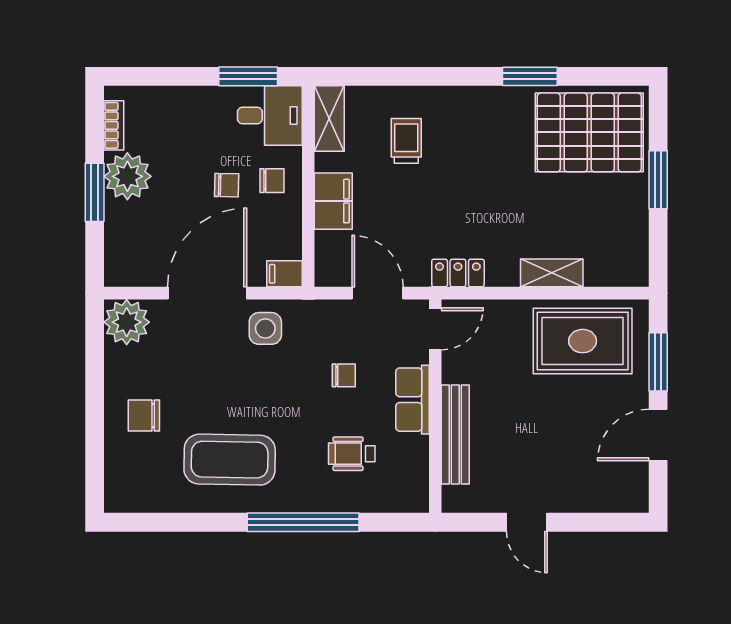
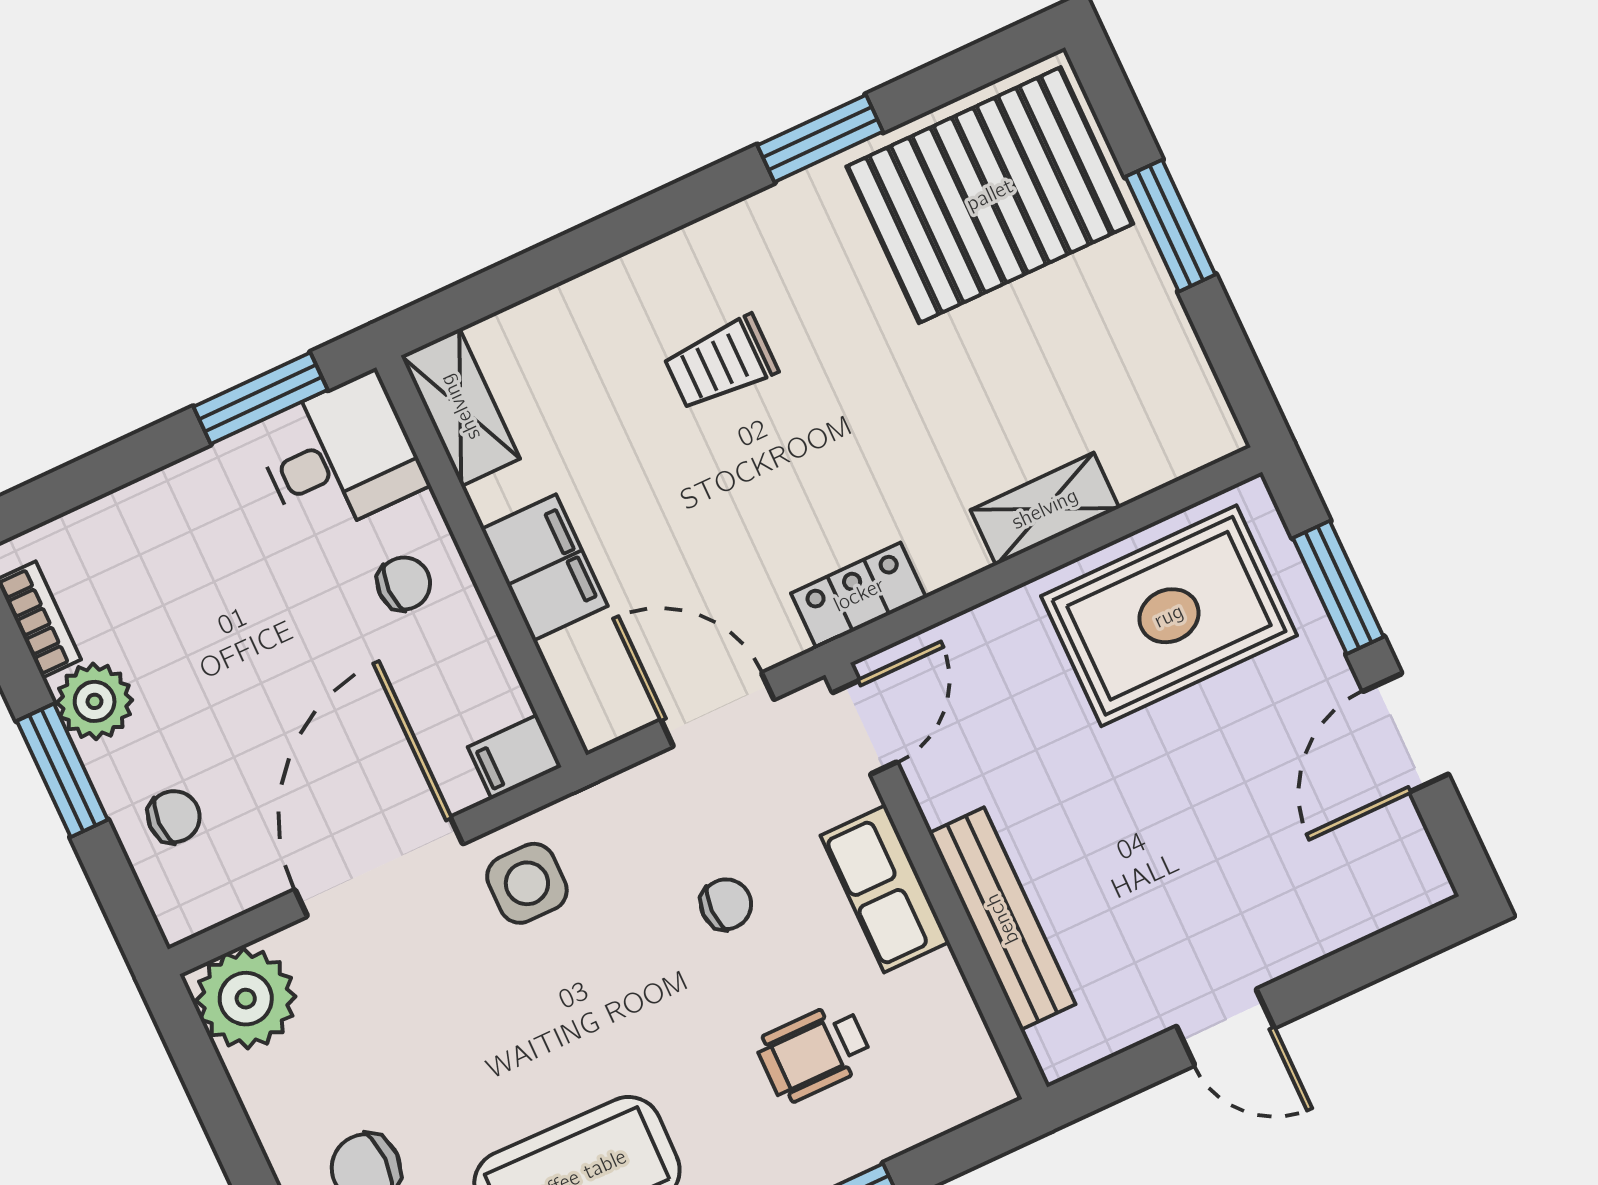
trolley: (406, 141) -> (721, 363), moved, turned -90
plant: (127, 176) -> (95, 701), width x0.73, depth x0.73
chair: (227, 185) -> (174, 817), moved

